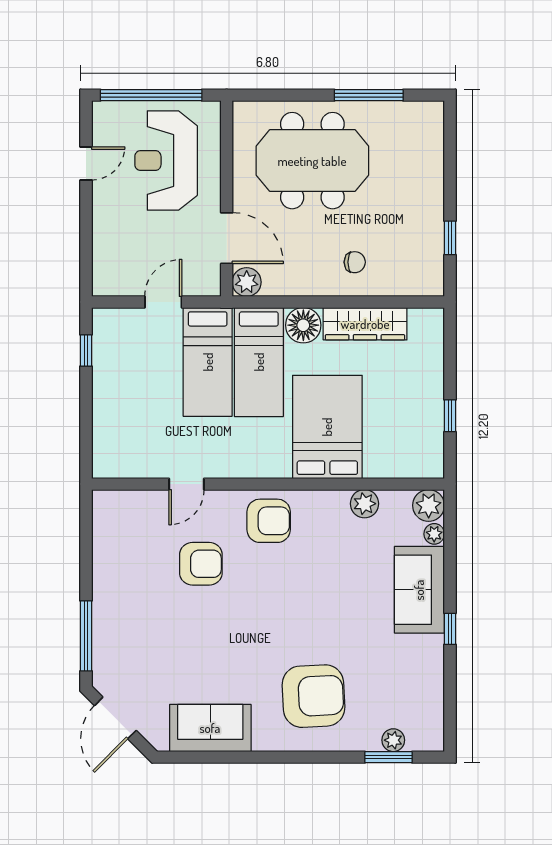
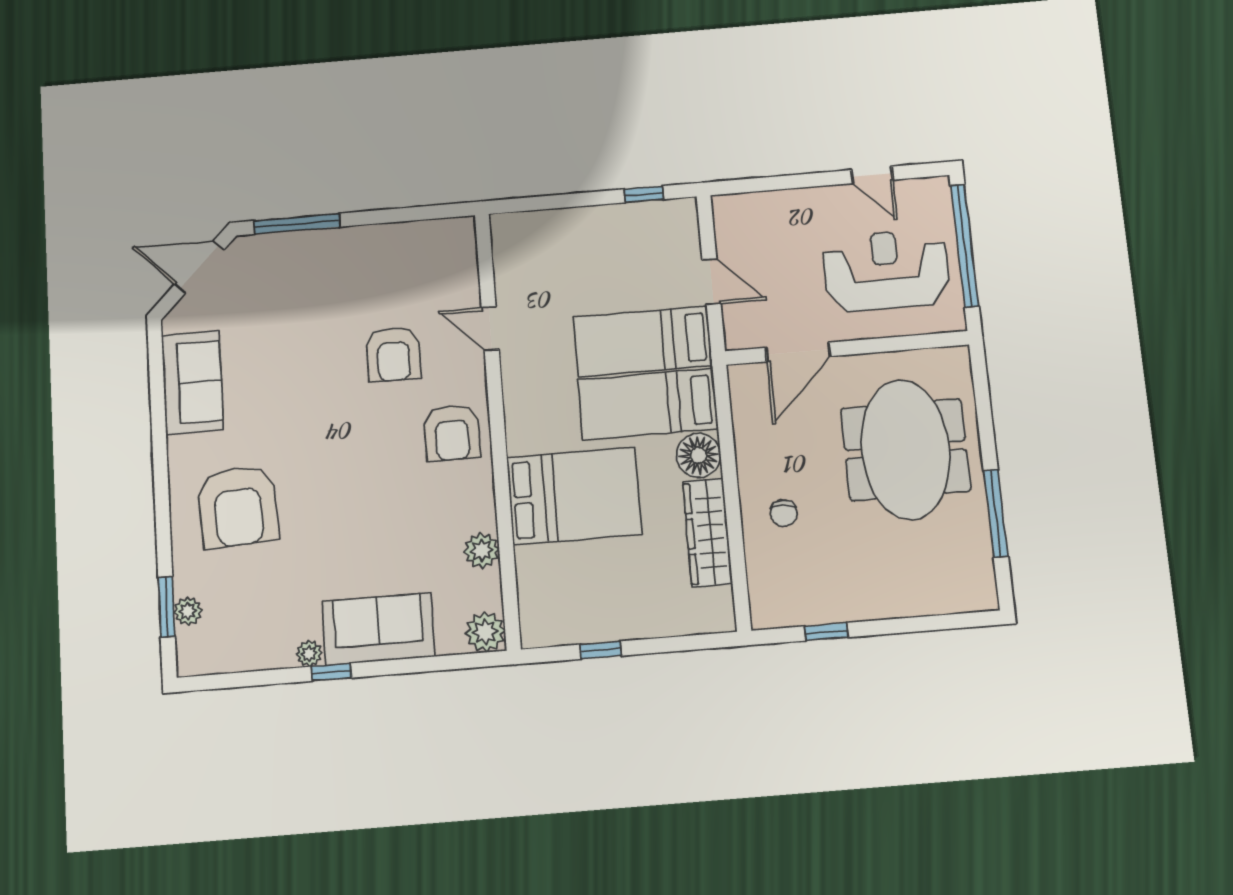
plant: (247, 282) -> (746, 381), removed
plant: (434, 534) -> (309, 654), moved

